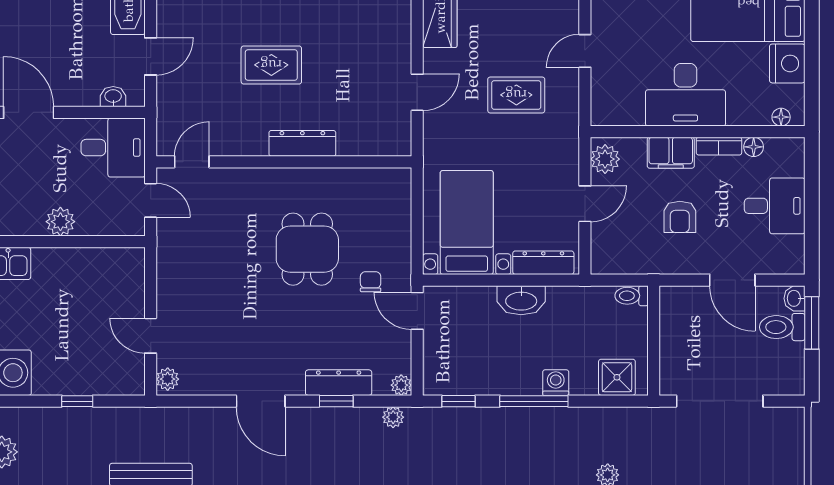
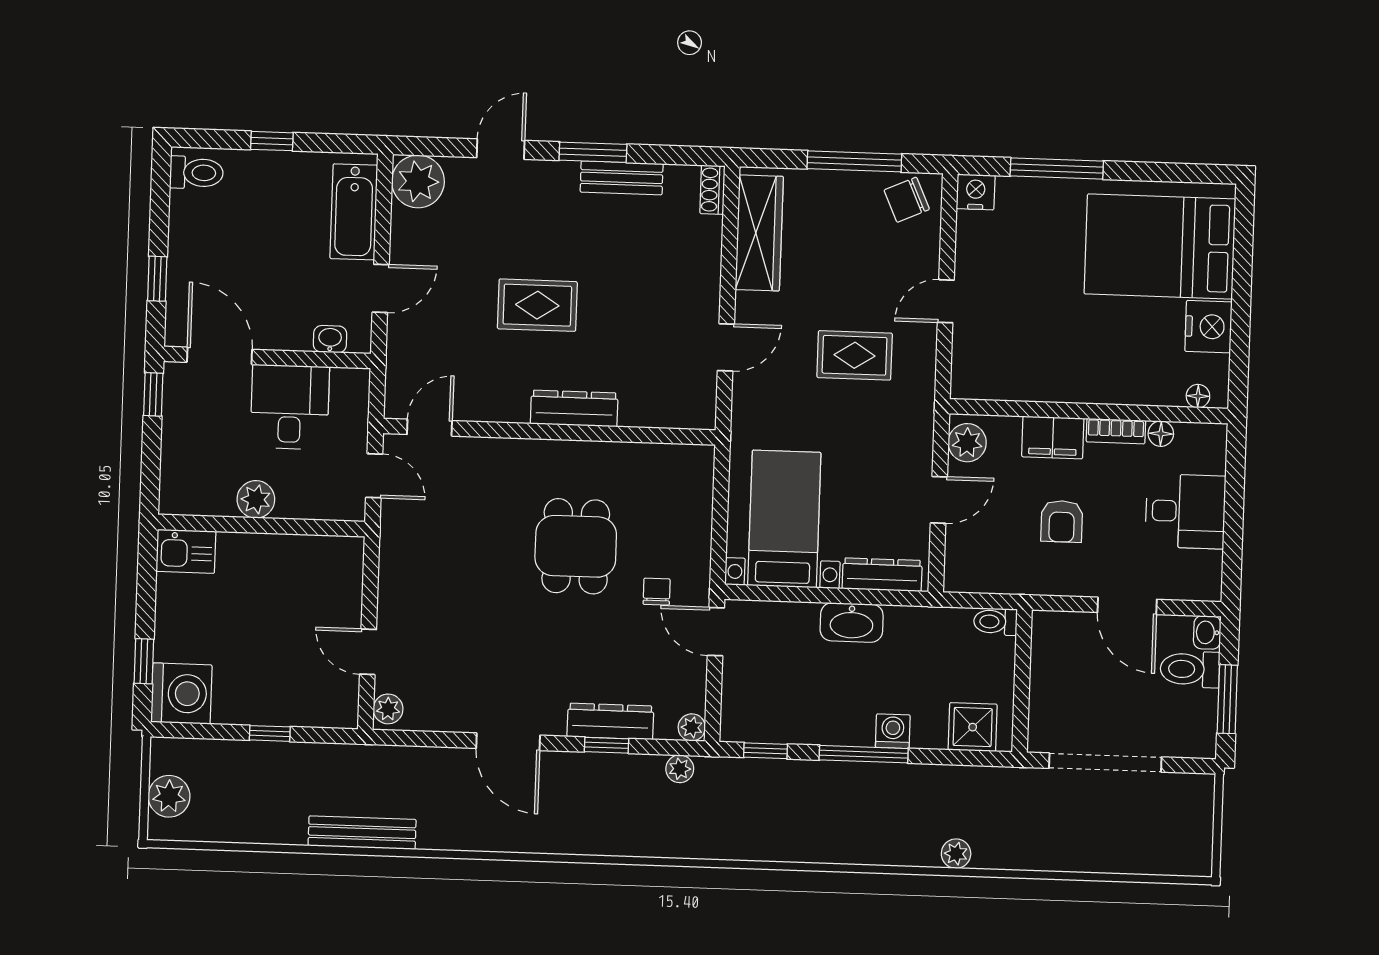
desk: (685, 95) -> (1075, 363), removed
desk: (113, 148) -> (290, 407), moved, turned -90
window: (812, 323) -> (1227, 699), moved

